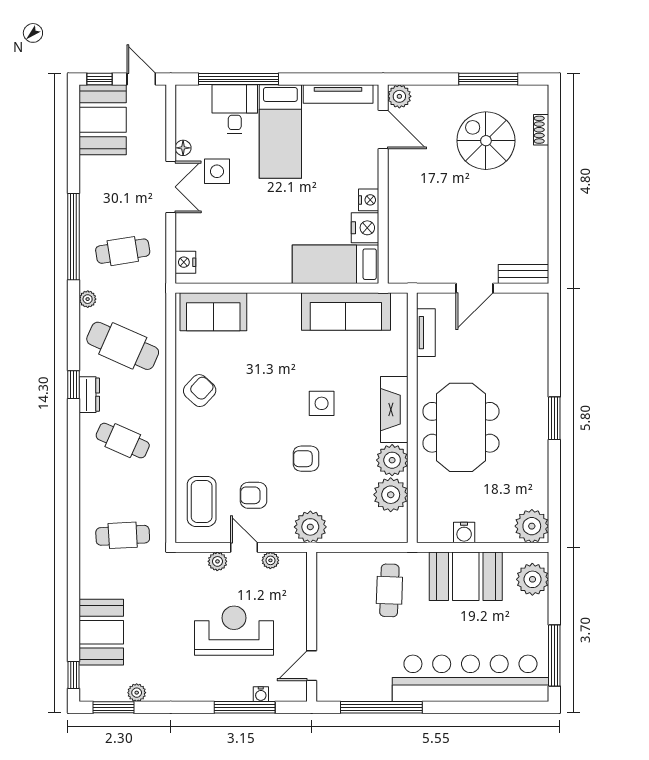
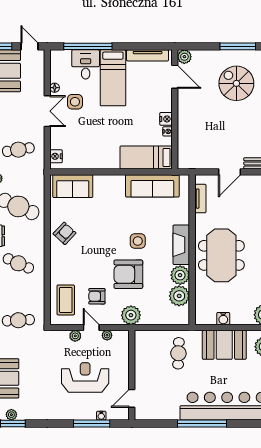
nightstand: (365, 228) -> (167, 131), width x0.53, depth x0.56
armchair: (306, 459) -> (128, 274), width x1.88, depth x1.88
plant: (137, 693) -> (11, 415), moved
window: (381, 707) -> (202, 423), moved

